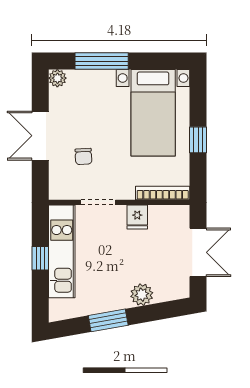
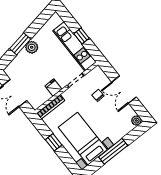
window: (102, 61) -> (113, 151), moved
double door: (40, 136) -> (124, 90), swing flipped
plant: (142, 295) -> (32, 47), moved
window: (108, 320) -> (20, 44), moved

